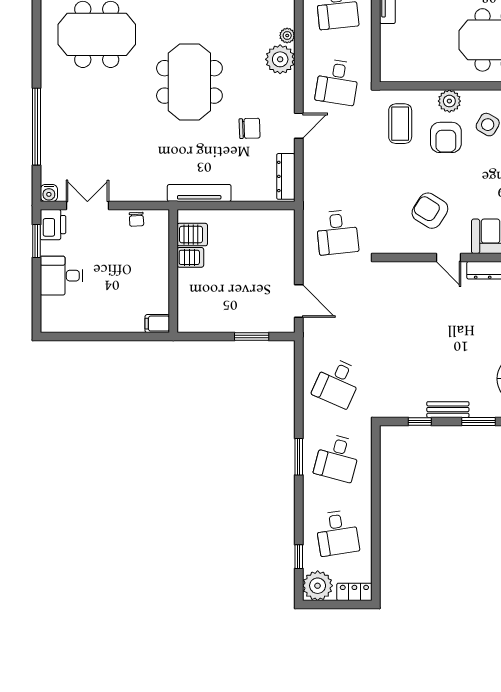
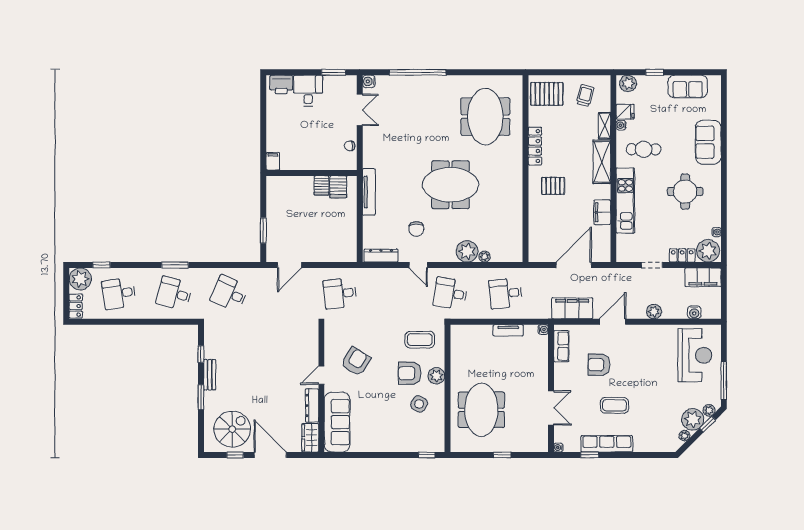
printer: (53, 225) -> (281, 84), moved

